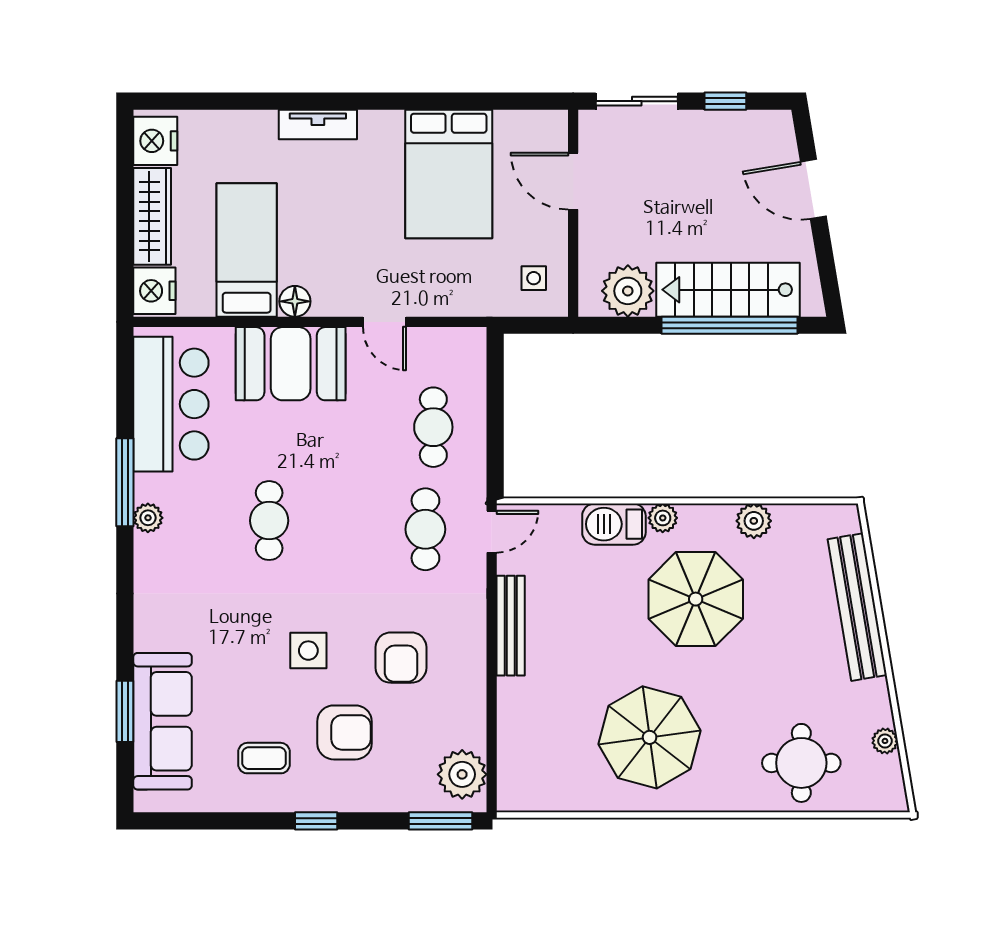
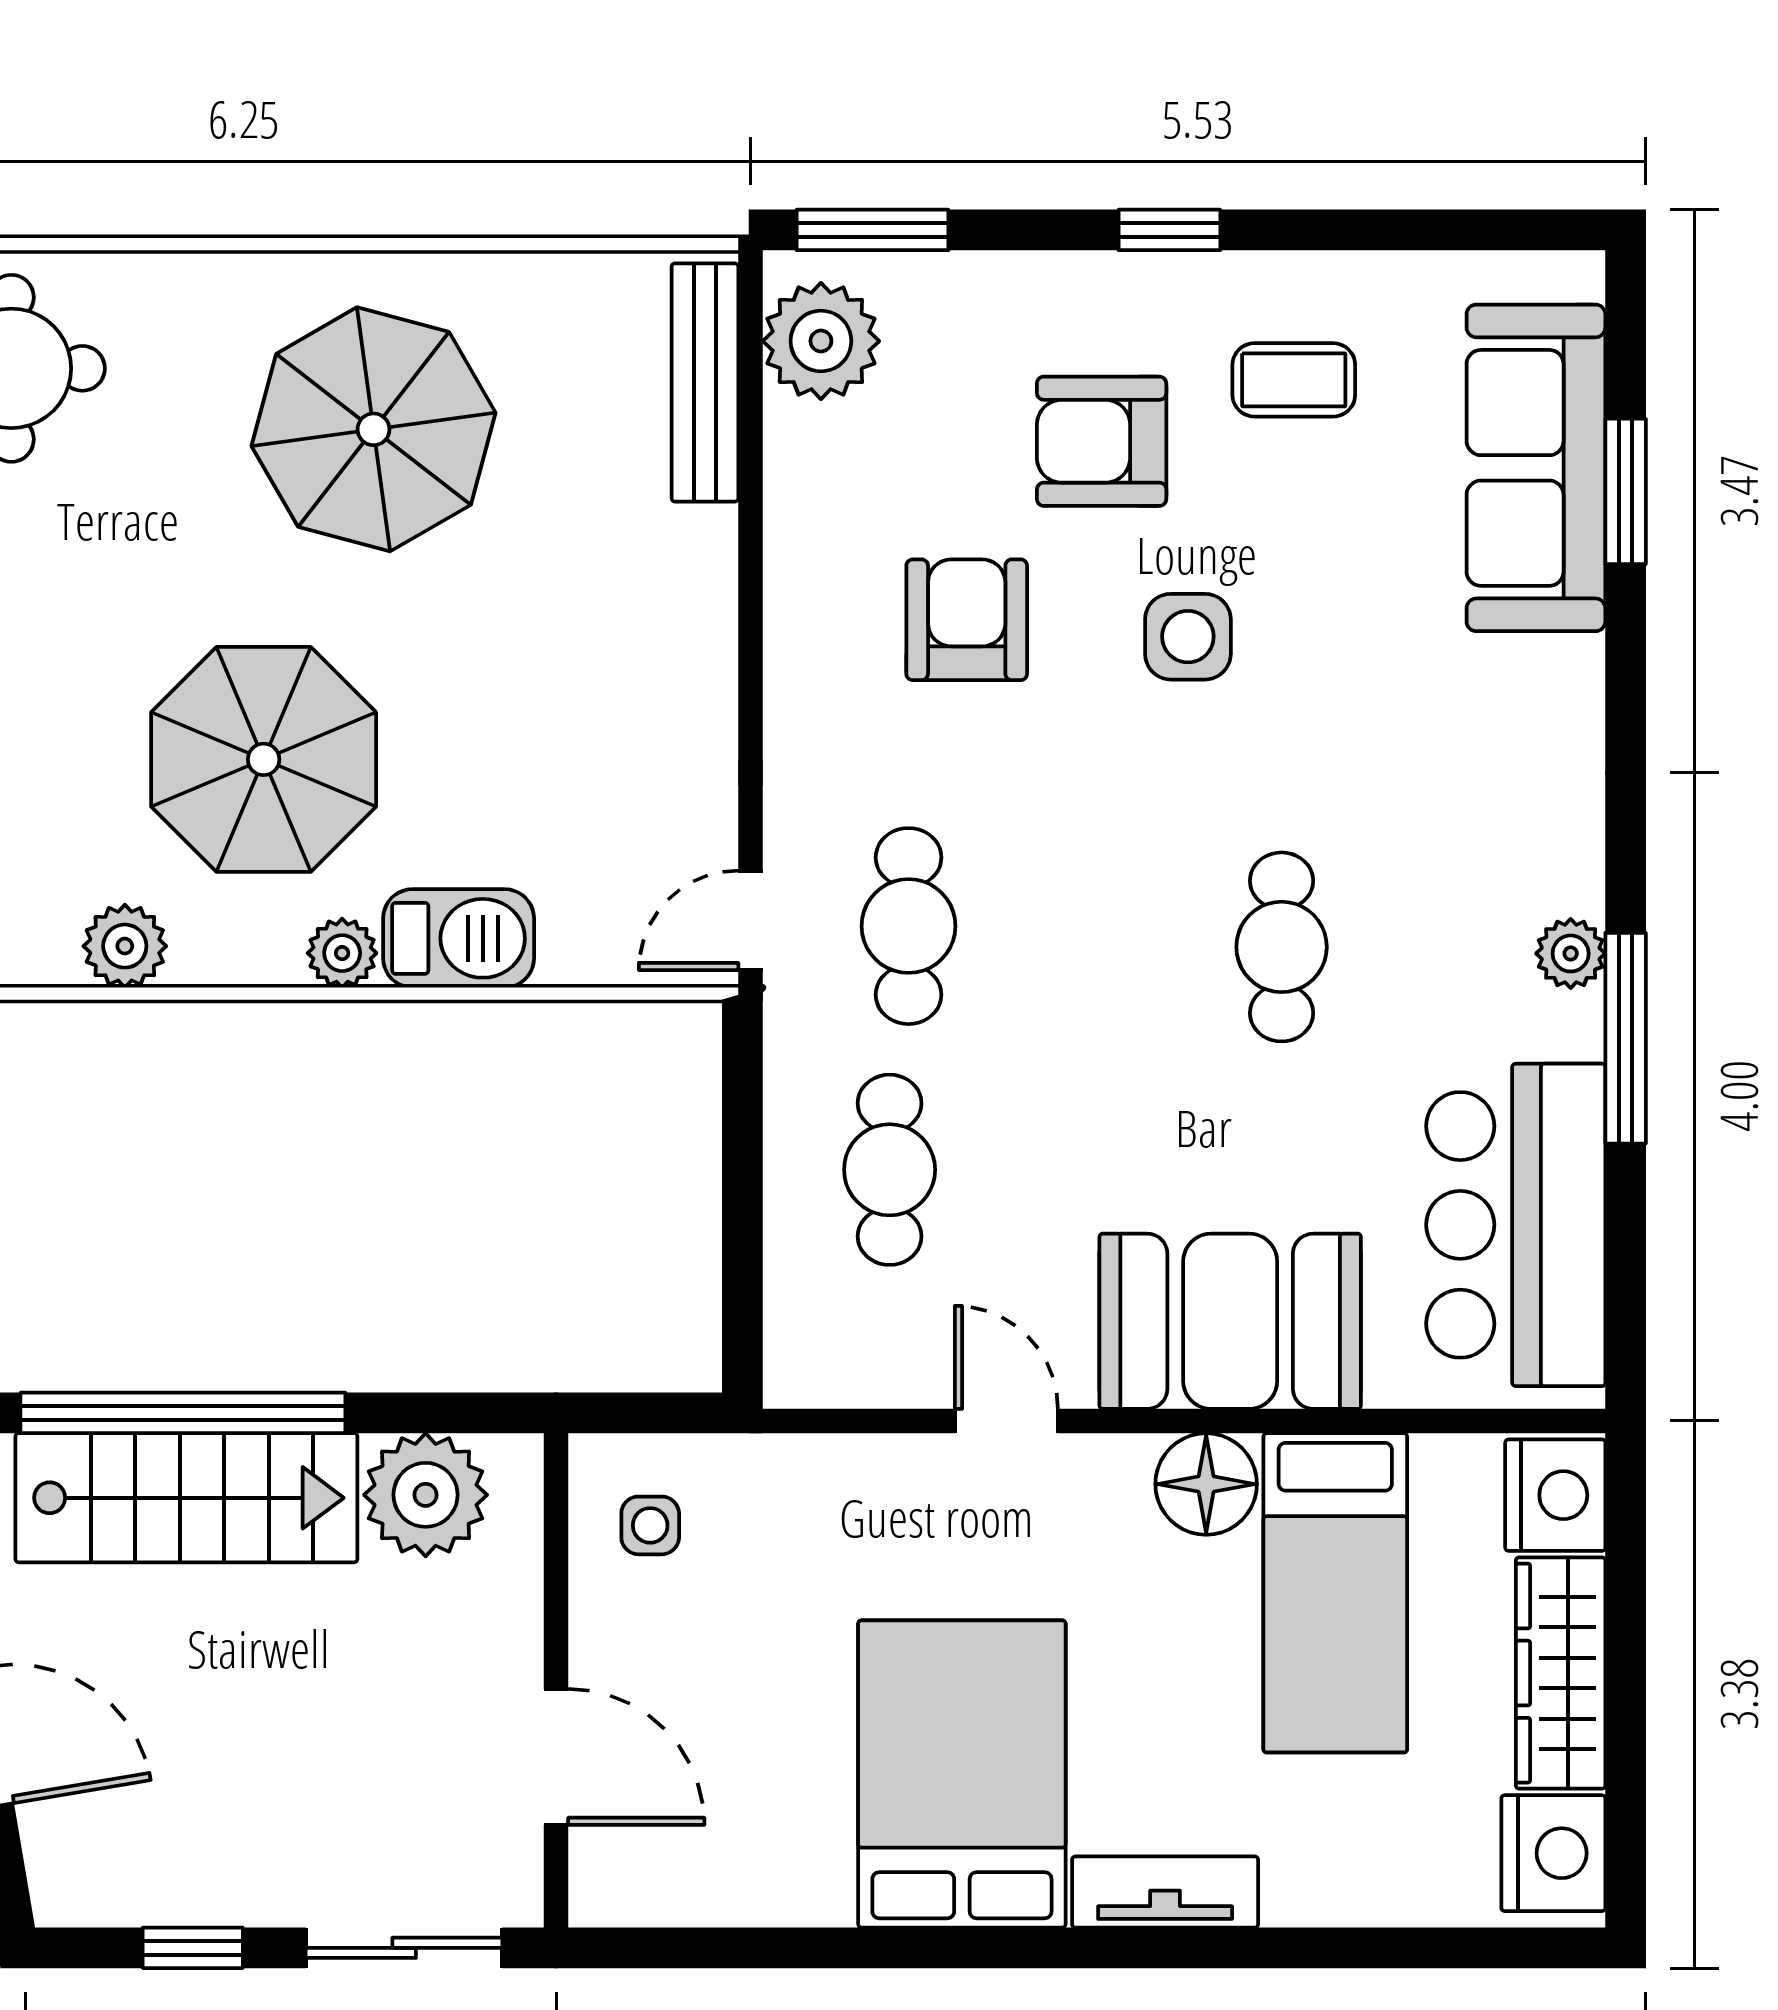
bed: (449, 174) -> (962, 1774), moved
floor lamp: (295, 301) -> (1206, 1484), width x1.38, depth x1.38
bench: (511, 626) -> (705, 382), moved

